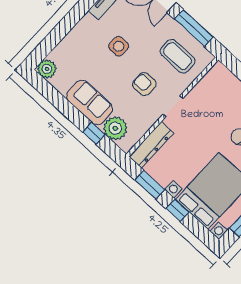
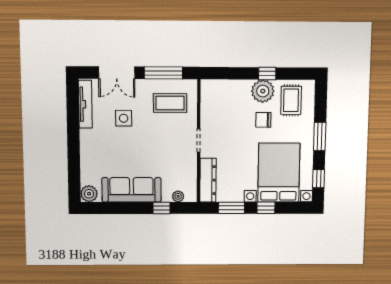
side table: (119, 46) -> (124, 118), moved
armchair: (144, 84) -> (165, 143), removed
sofa: (90, 102) -> (132, 190), width x1.36
plant: (115, 128) -> (178, 196), width x0.53, depth x0.53

